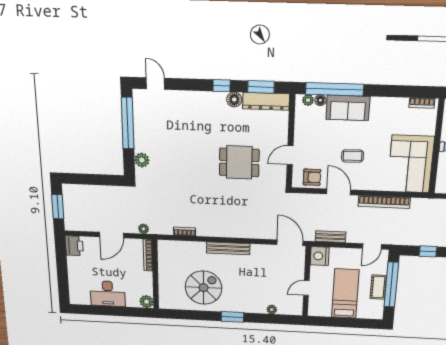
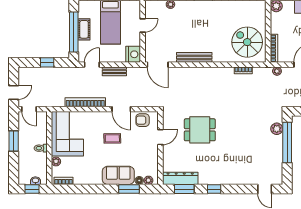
window: (335, 89) -> (129, 189), width x0.47
floor lamp: (234, 99) -> (204, 179), removed
window: (128, 123) -> (287, 143), moved
plant: (429, 129) -> (56, 161), added
bench: (331, 237) -> (114, 71), moved
bench: (228, 248) -> (194, 57), moved
spiral stairs: (204, 288) -> (247, 42), moved, turned 90

